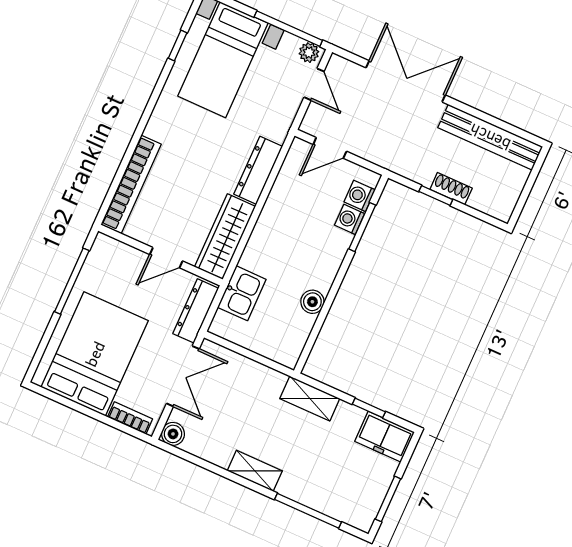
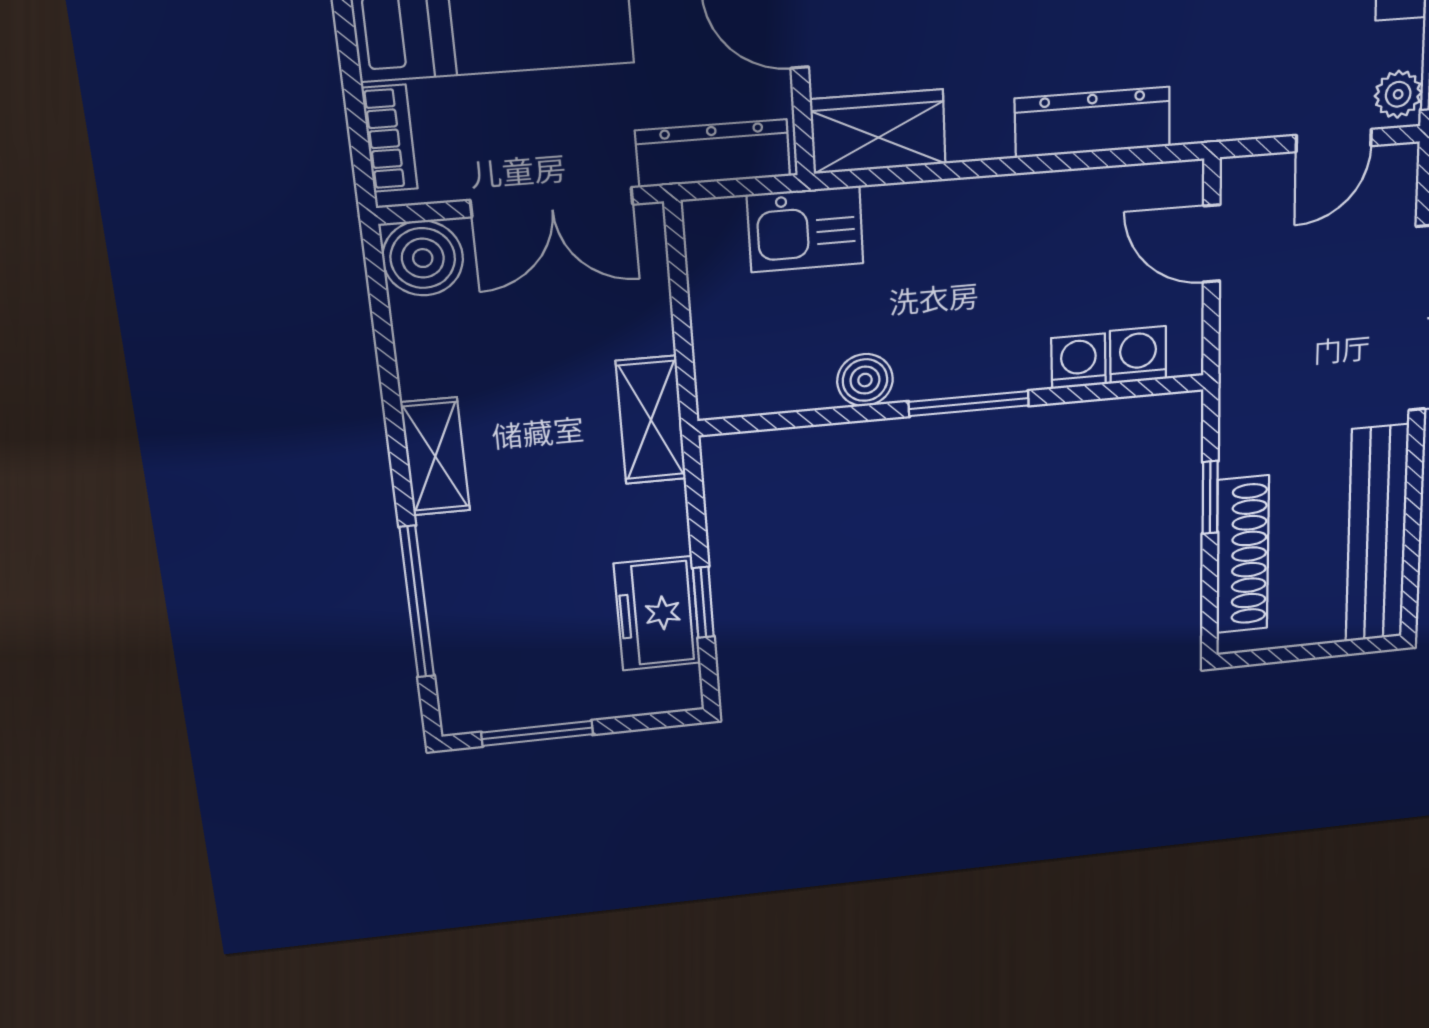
shoe rack: (451, 189) -> (1242, 555), width x1.94, depth x1.24
window: (362, 227) -> (969, 404), moved
wardrobe: (225, 237) -> (878, 132), width x0.67
shelving: (310, 399) -> (651, 420), moved
boiler: (173, 434) -> (423, 258), width x1.36, depth x1.36
freezer: (385, 437) -> (657, 613), moved

